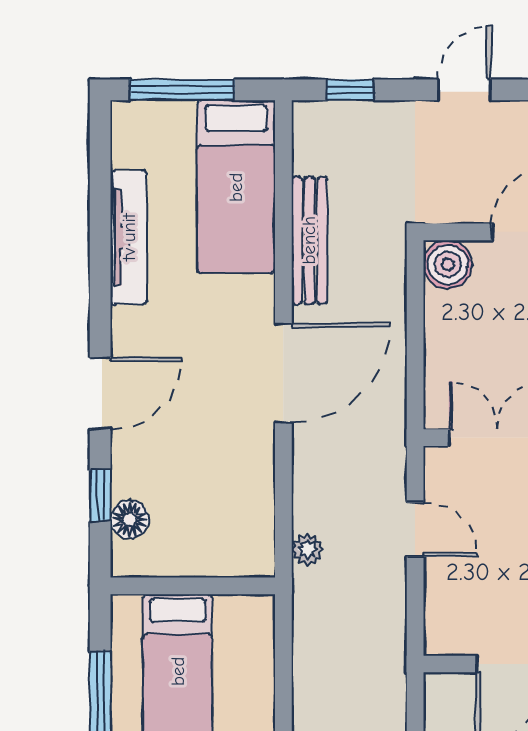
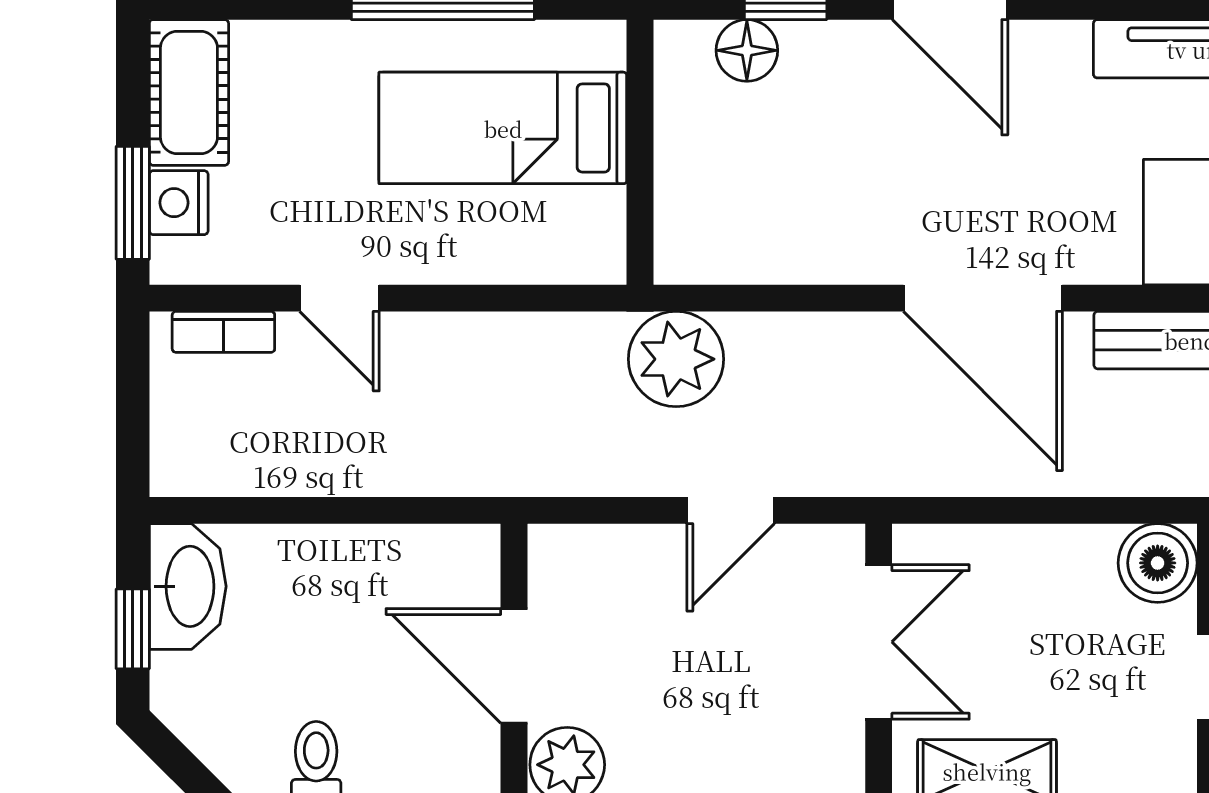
plant: (307, 550) -> (676, 359), width x1.88, depth x1.88

